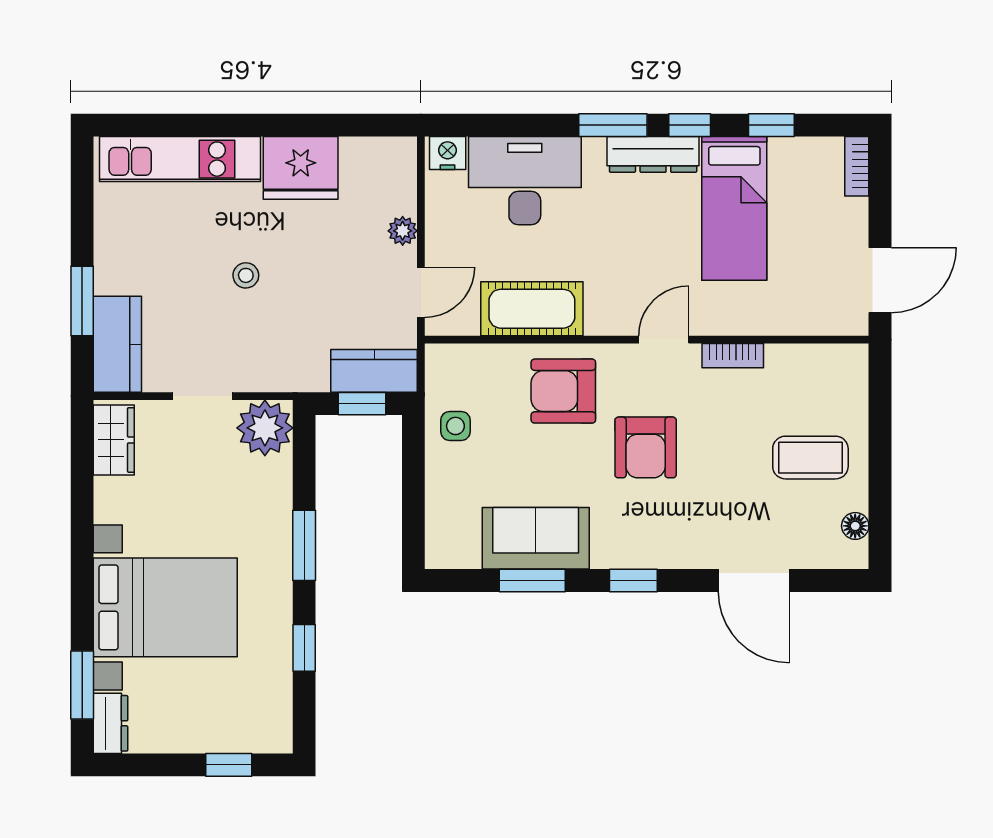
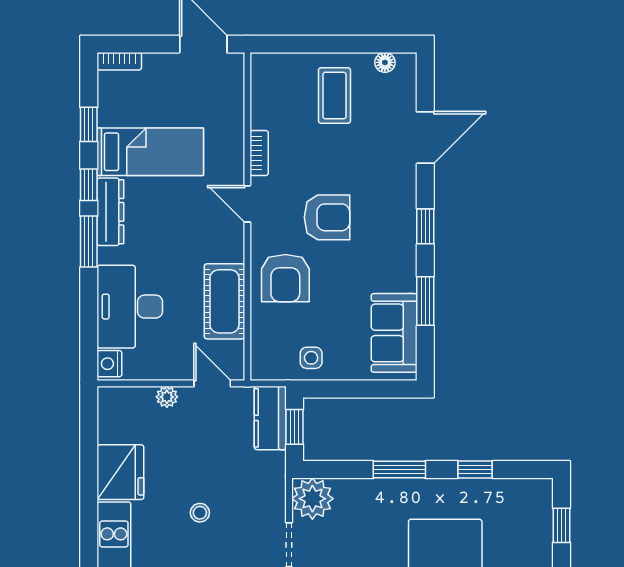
sofa: (536, 538) -> (394, 333), moved

